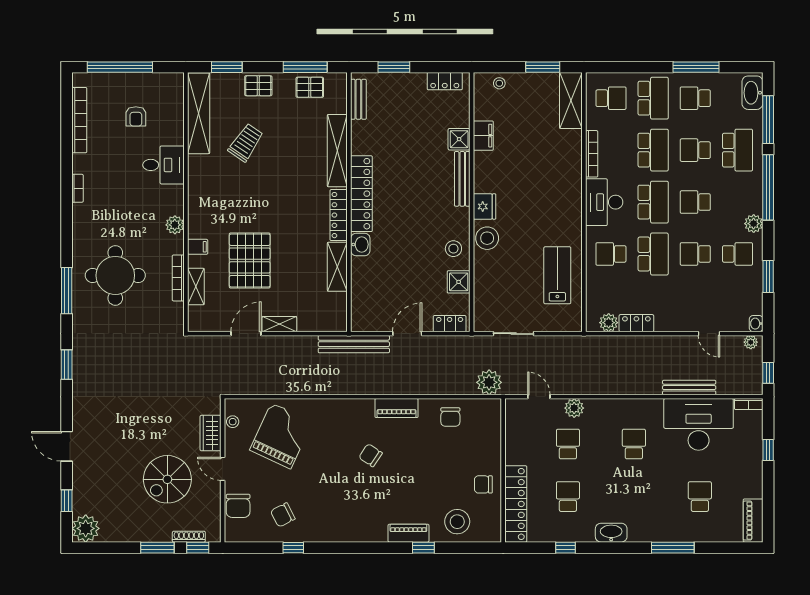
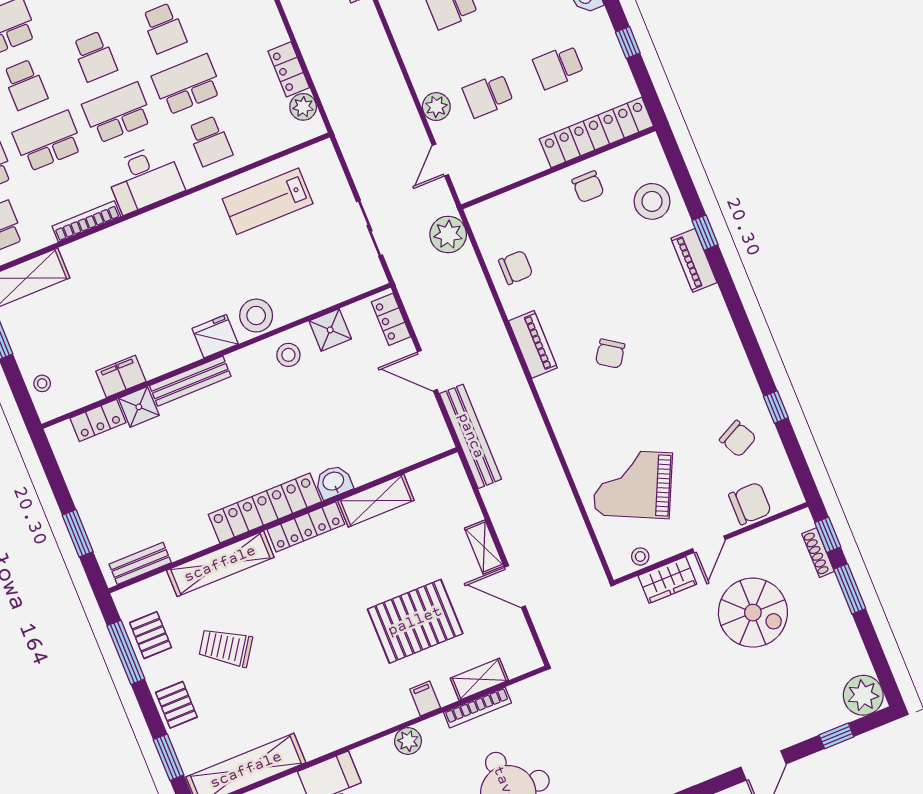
locker: (445, 81) -> (98, 420), moved, turned 90
trolley: (246, 143) -> (226, 647), moved

